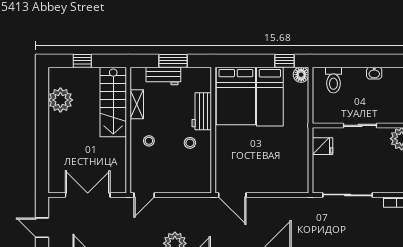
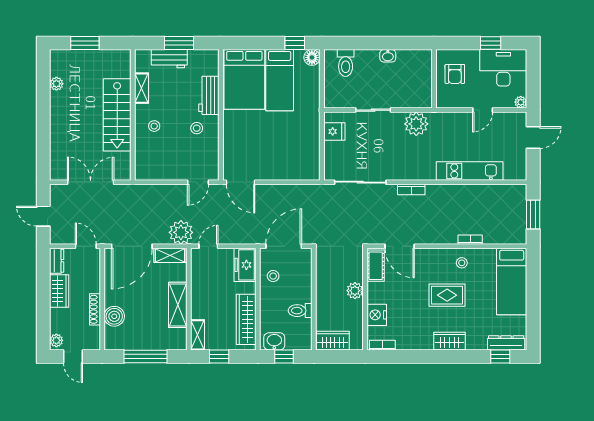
window: (82, 61) -> (85, 43), width x1.50
plant: (60, 100) -> (56, 84), width x0.53, depth x0.53
stairs: (113, 102) -> (117, 115), moved
door: (144, 195) -> (198, 182), moved

